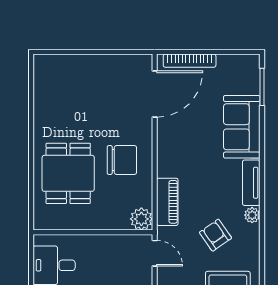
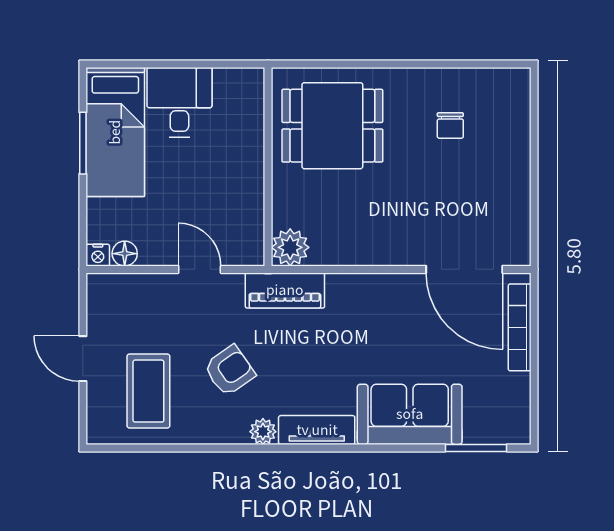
chair: (122, 160) -> (450, 125), moved, width x0.54, depth x0.54
plant: (141, 219) -> (290, 247), moved
wall: (93, 232) -> (268, 167), moved
door: (155, 253) -> (200, 269), swing flipped

